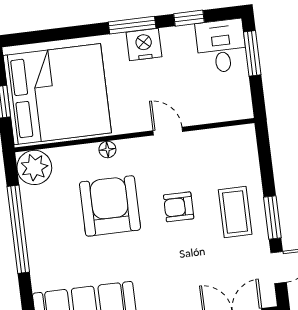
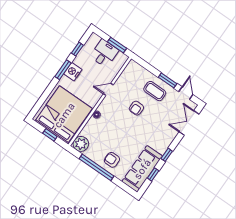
desk: (221, 46) -> (104, 53), moved, turned 90
window: (252, 53) -> (117, 45), moved
armchair: (110, 206) -> (112, 160), moved, width x0.53, depth x0.53

